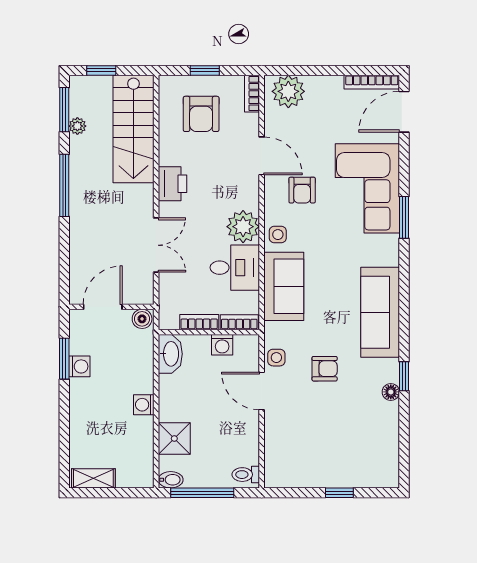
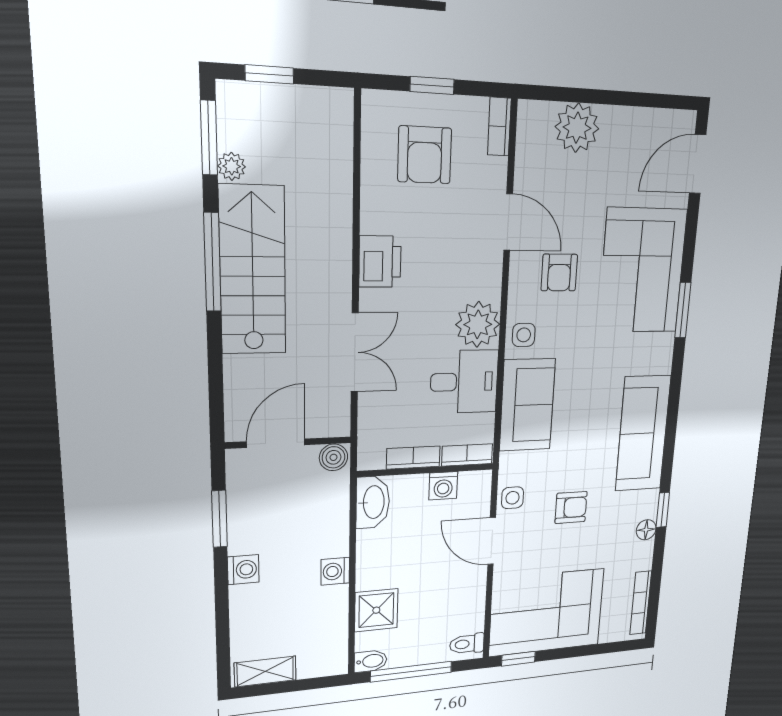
bookcase: (372, 82) -> (641, 603), moved, turned 90
plant: (288, 91) -> (577, 128), moved
stairs: (133, 129) -> (253, 271), moved, turned 180
washing machine: (79, 366) -> (243, 570), moved
corner sofa: (310, 455) -> (547, 612), added
window: (339, 493) -> (518, 659), moved

